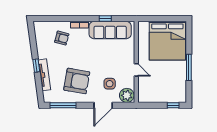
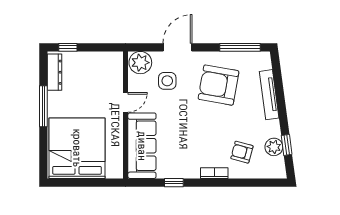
sofa: (110, 30) -> (142, 146), moved, turned 90
plant: (41, 41) -> (274, 147), added
window: (36, 66) -> (287, 145), moved
door: (136, 70) -> (126, 102), swing flipped
dresser: (182, 89) -> (55, 72), added

